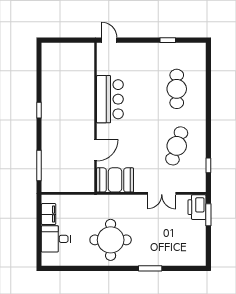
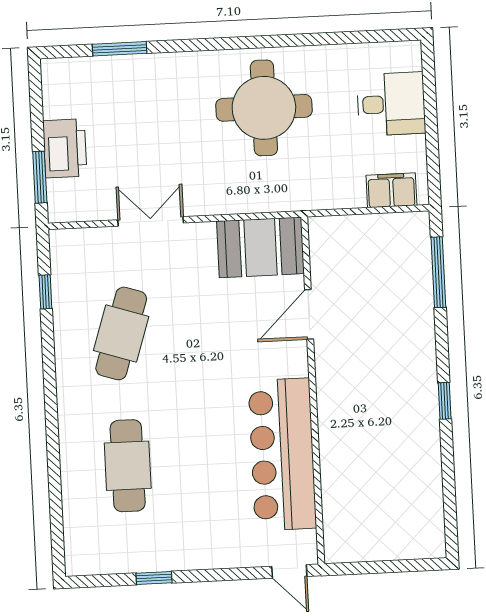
bar counter: (110, 99) -> (282, 454), width x1.36
printer: (197, 207) -> (65, 148), moved
filing cabinet: (49, 214) -> (391, 190), moved, turned 90
window: (150, 268) -> (120, 49), moved

